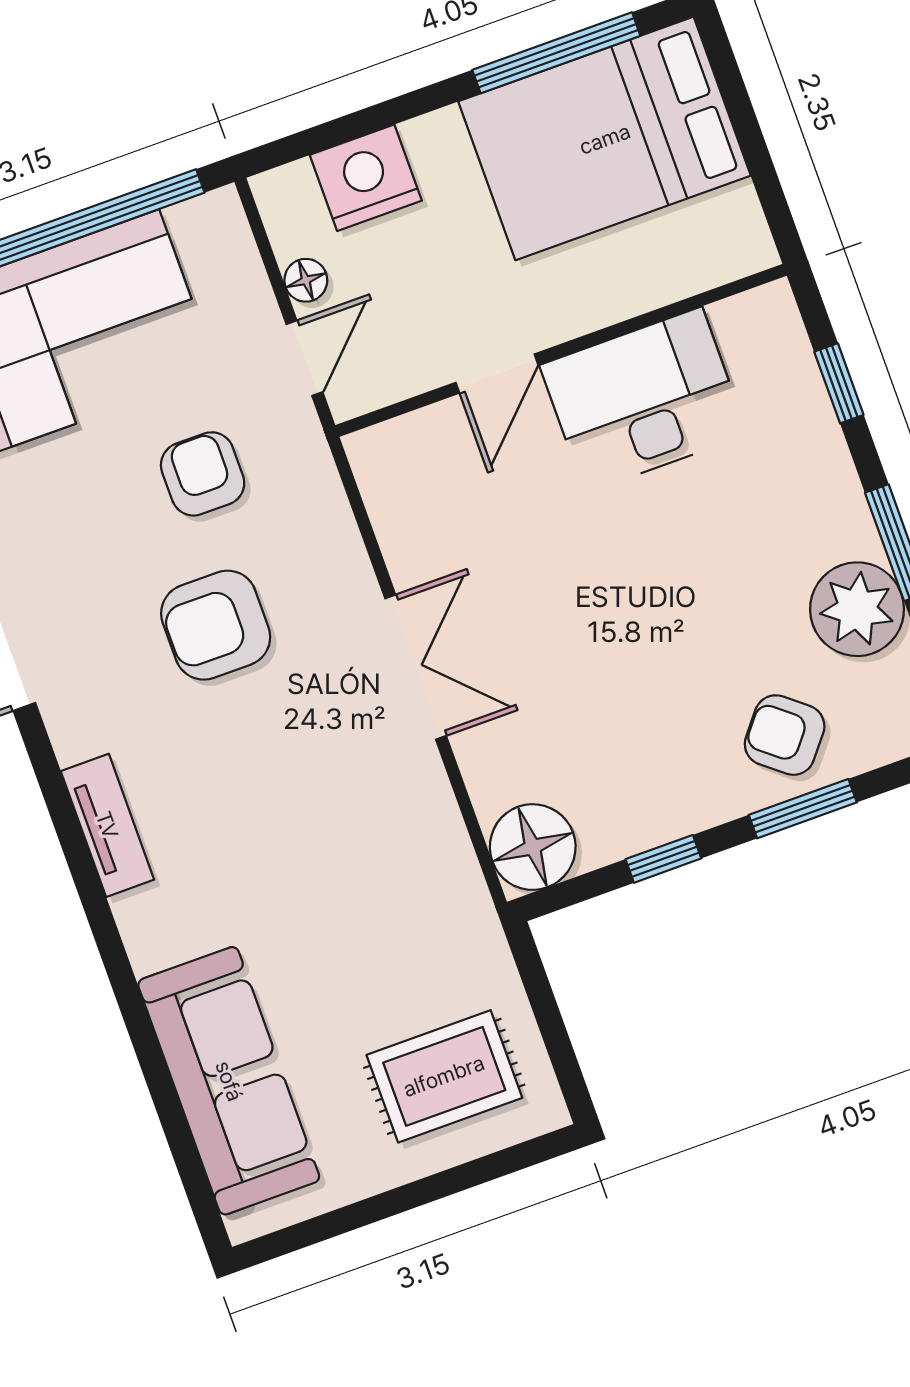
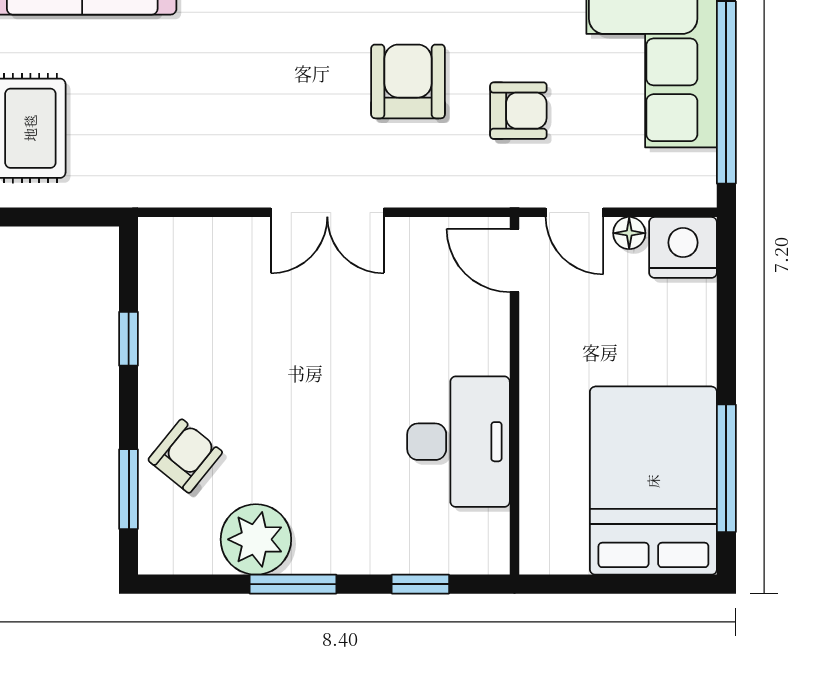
nightstand: (366, 178) -> (683, 247), moved, turned -90
door: (497, 373) -> (515, 261), moved
window: (803, 809) -> (129, 489), moved
floor lamp: (533, 847) -> (170, 249), removed

